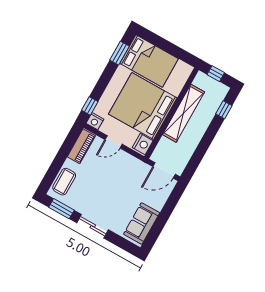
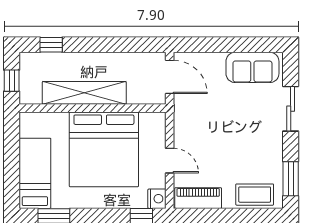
bed: (149, 61) -> (35, 173), width x0.67
nightstand: (143, 144) -> (152, 122), removed
sliding door: (93, 226) -> (291, 109), moved

